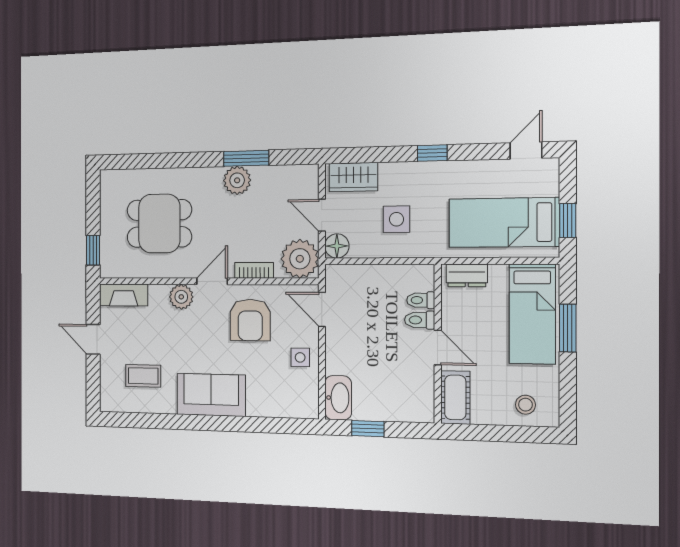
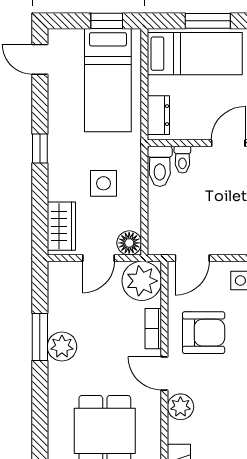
toilet: (420, 320) -> (160, 166), moved, width x1.37, depth x1.39

